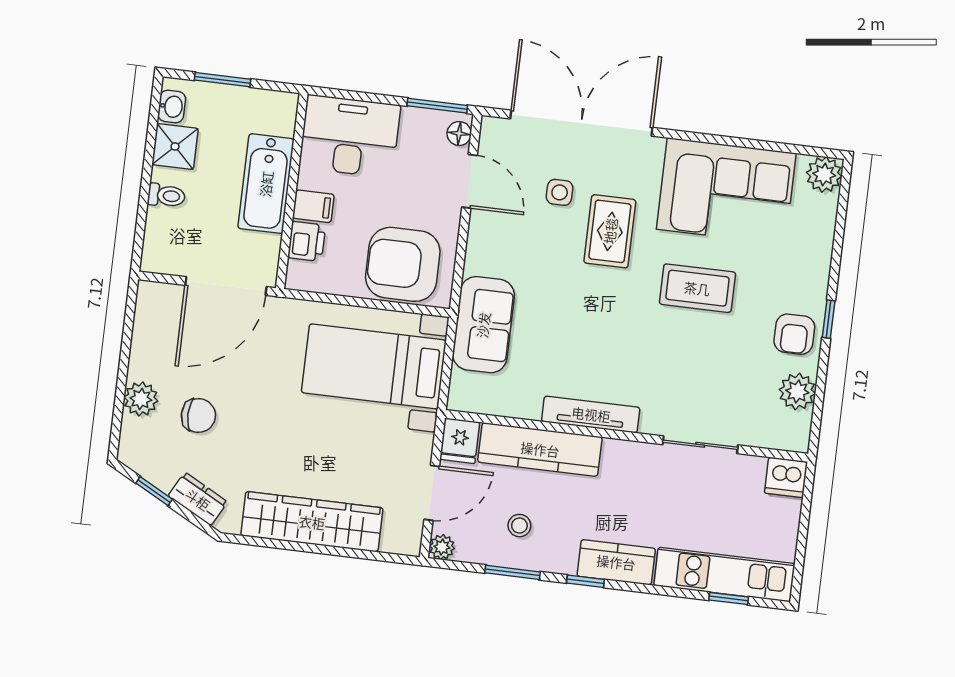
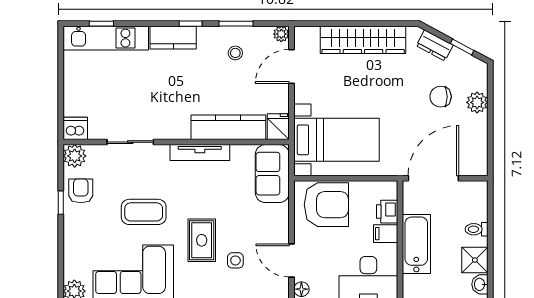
tv unit: (591, 414) -> (200, 153), moved
wall: (627, 436) -> (176, 142), moved
fridge: (460, 441) -> (278, 127), moved
sliding door: (700, 445) -> (130, 142), moved
kitchen counter: (540, 449) -> (228, 127), moved
dishwasher: (786, 477) -> (75, 128), moved

